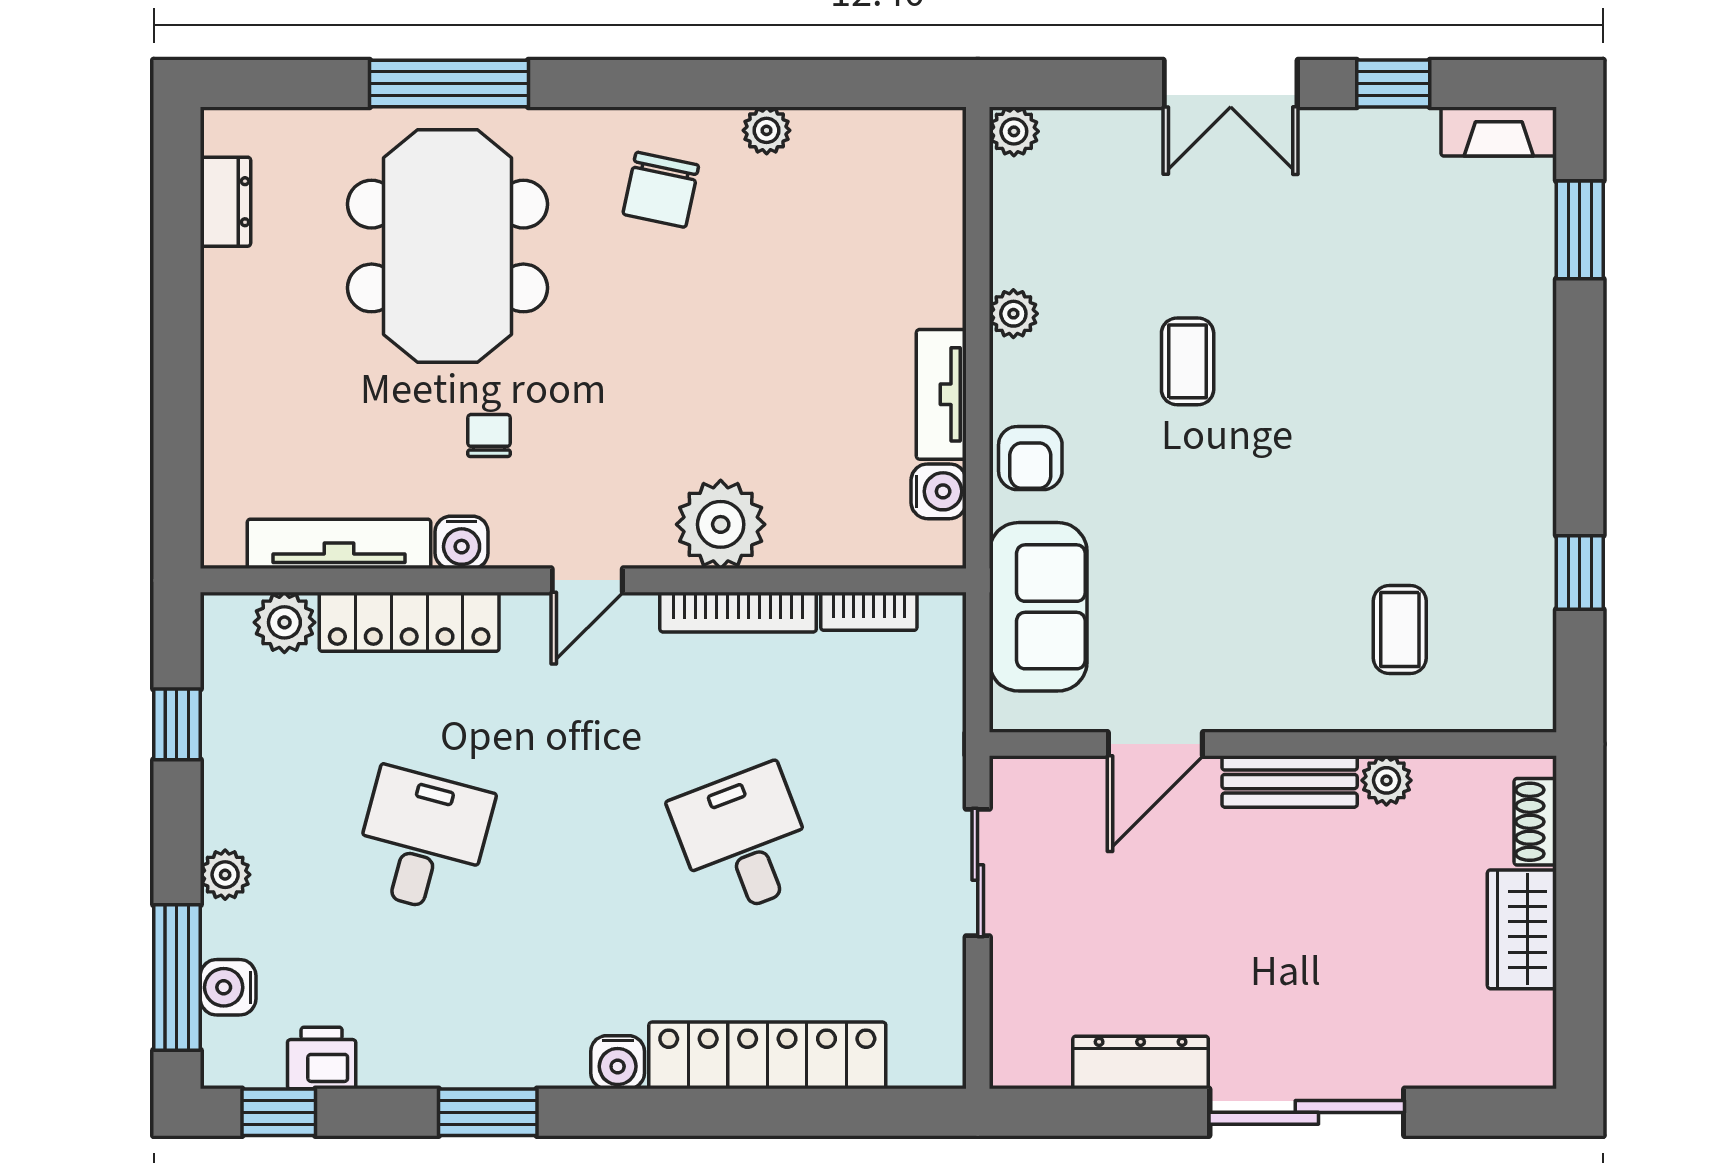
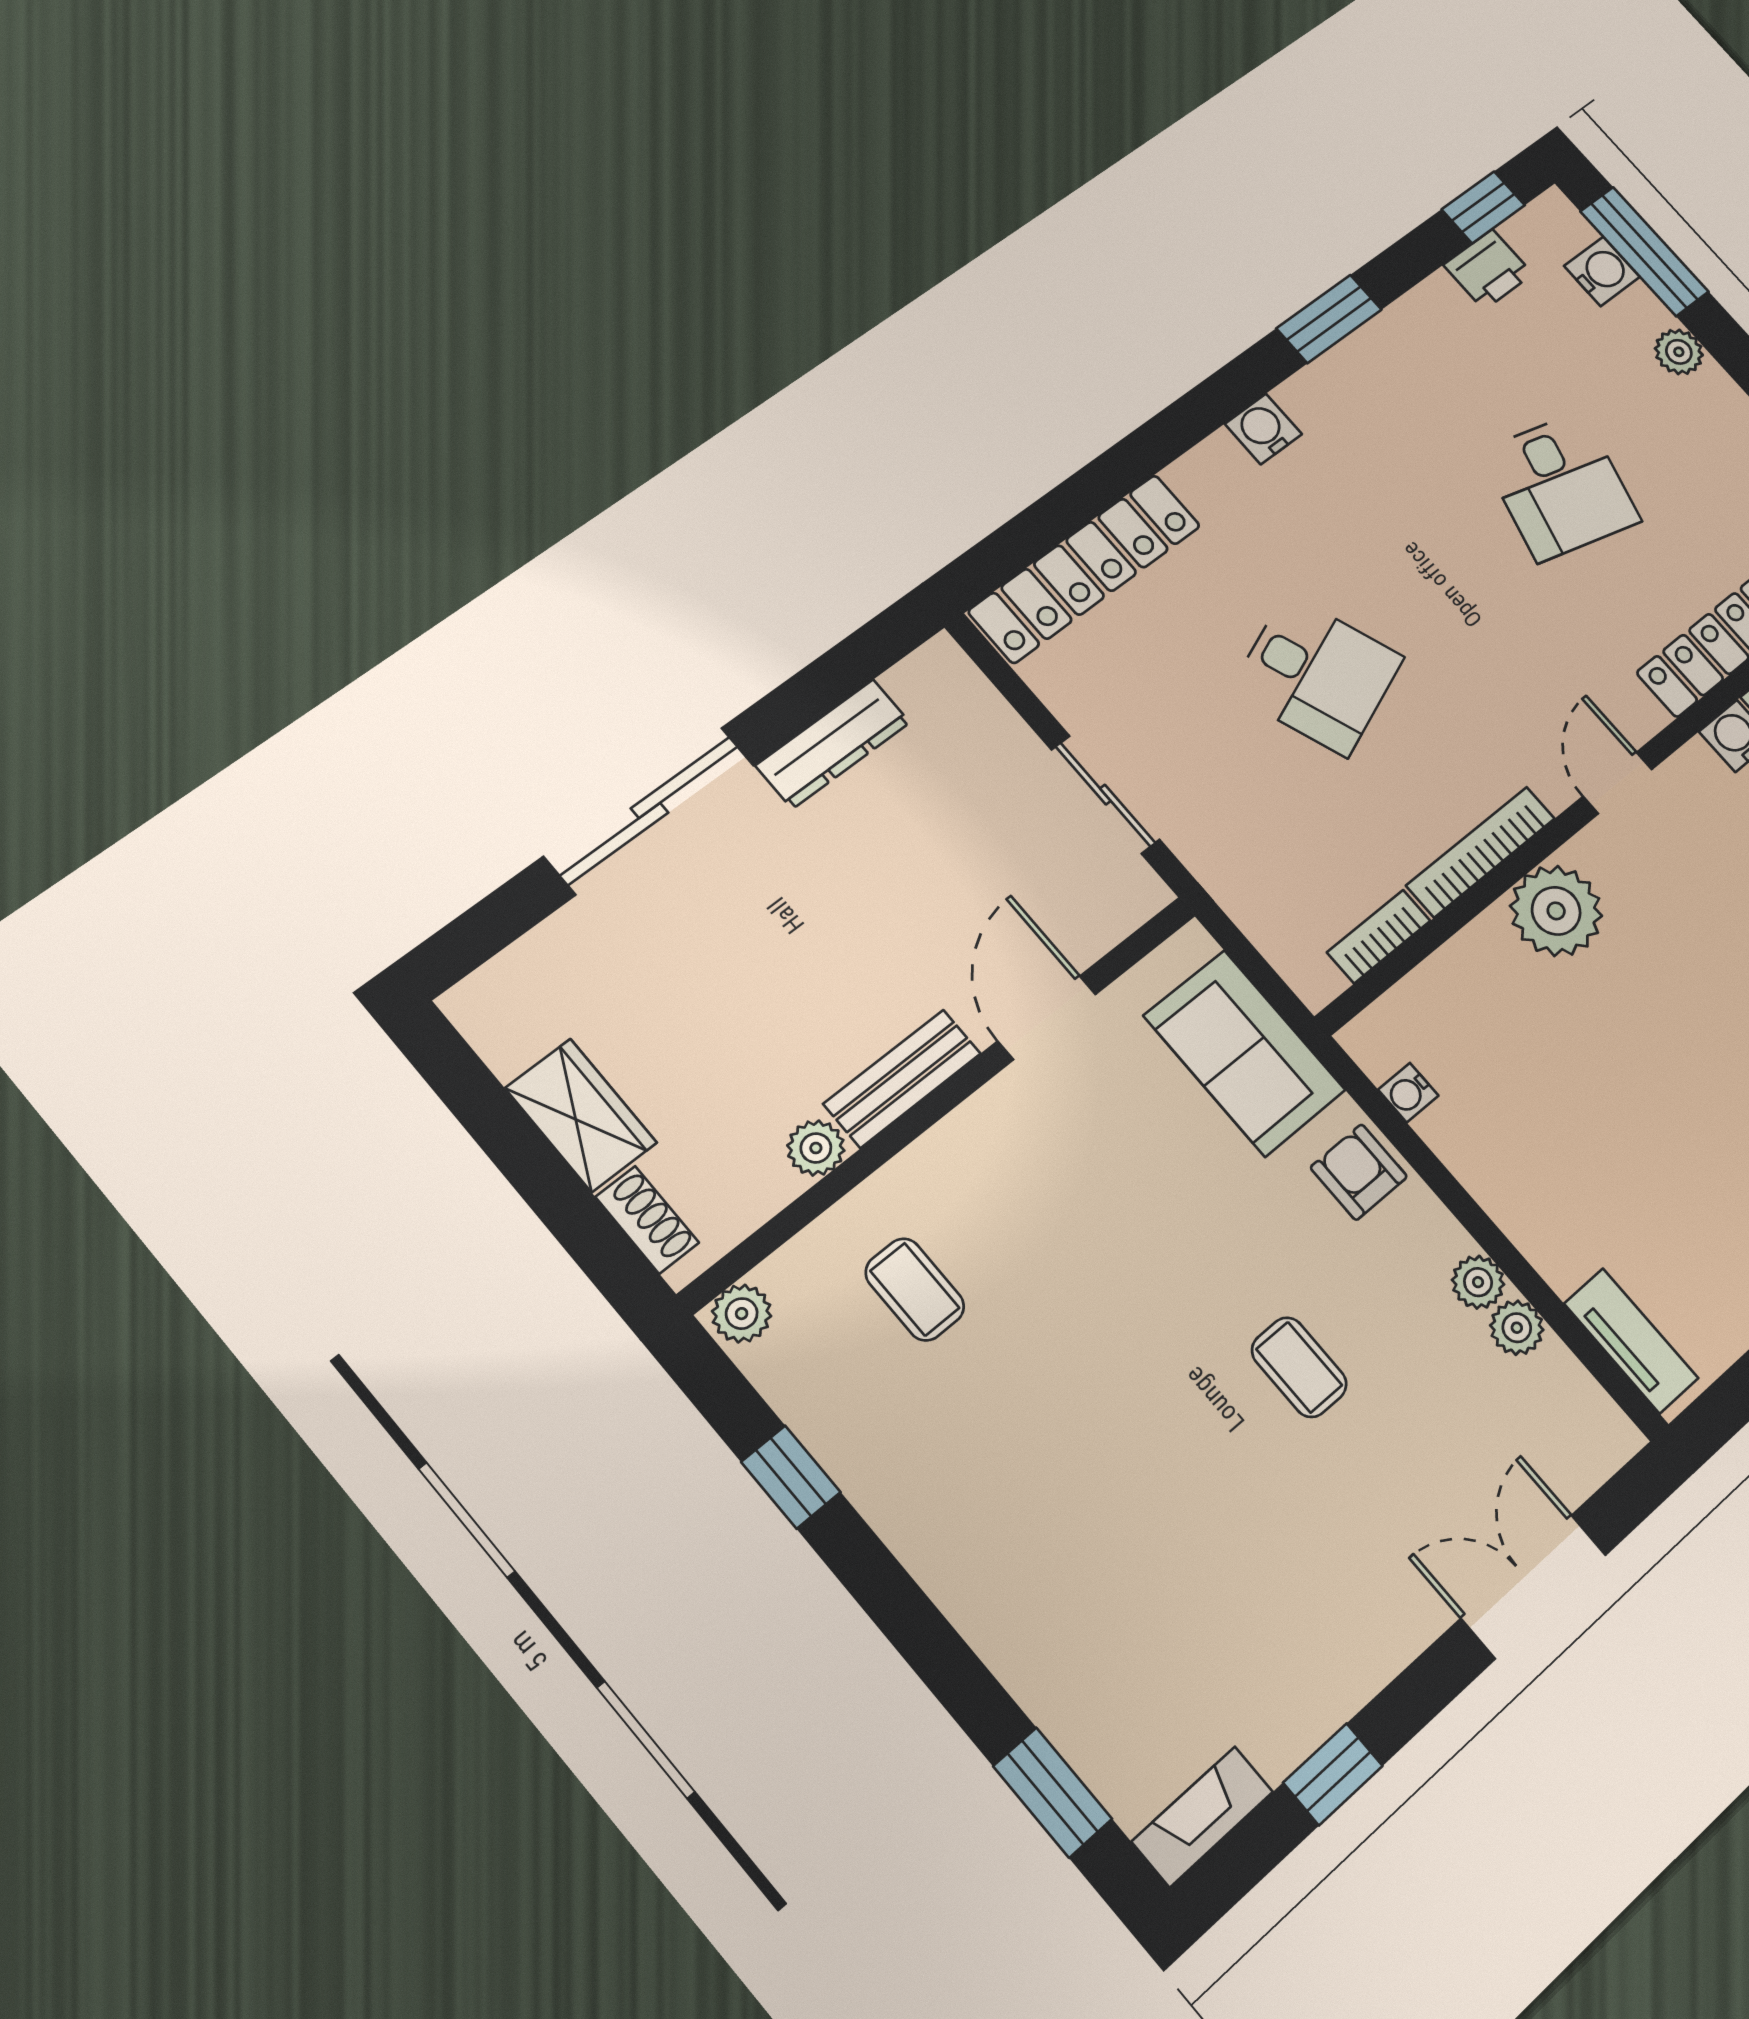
double door: (1231, 84) -> (1534, 1586), moved
plant: (1014, 131) -> (1517, 1328), moved
tv unit: (941, 394) -> (1631, 1341), moved
water cooler: (939, 491) -> (1408, 1093), width x0.72, depth x0.72
plant: (1525, 707) -> (742, 1314), added
locker: (767, 1055) -> (1085, 568), moved

